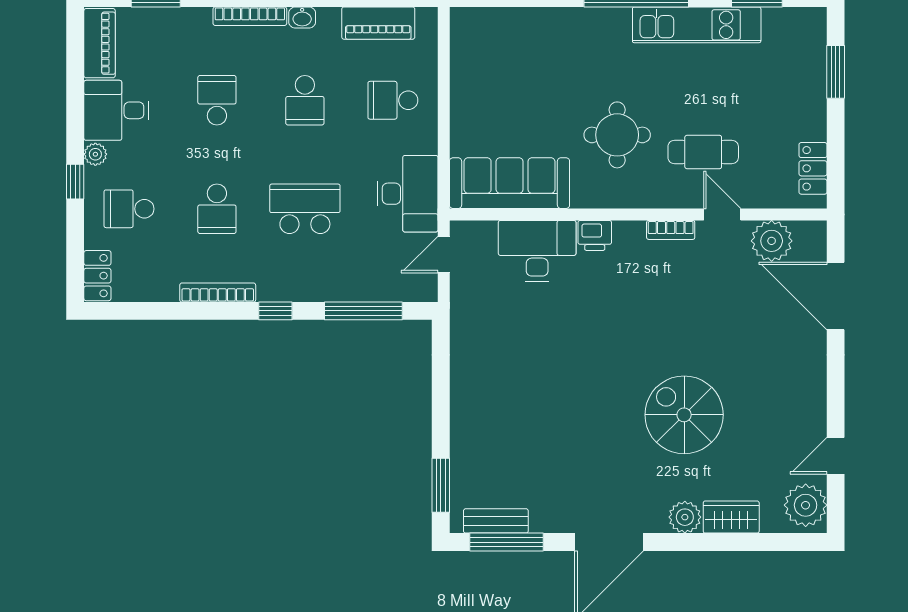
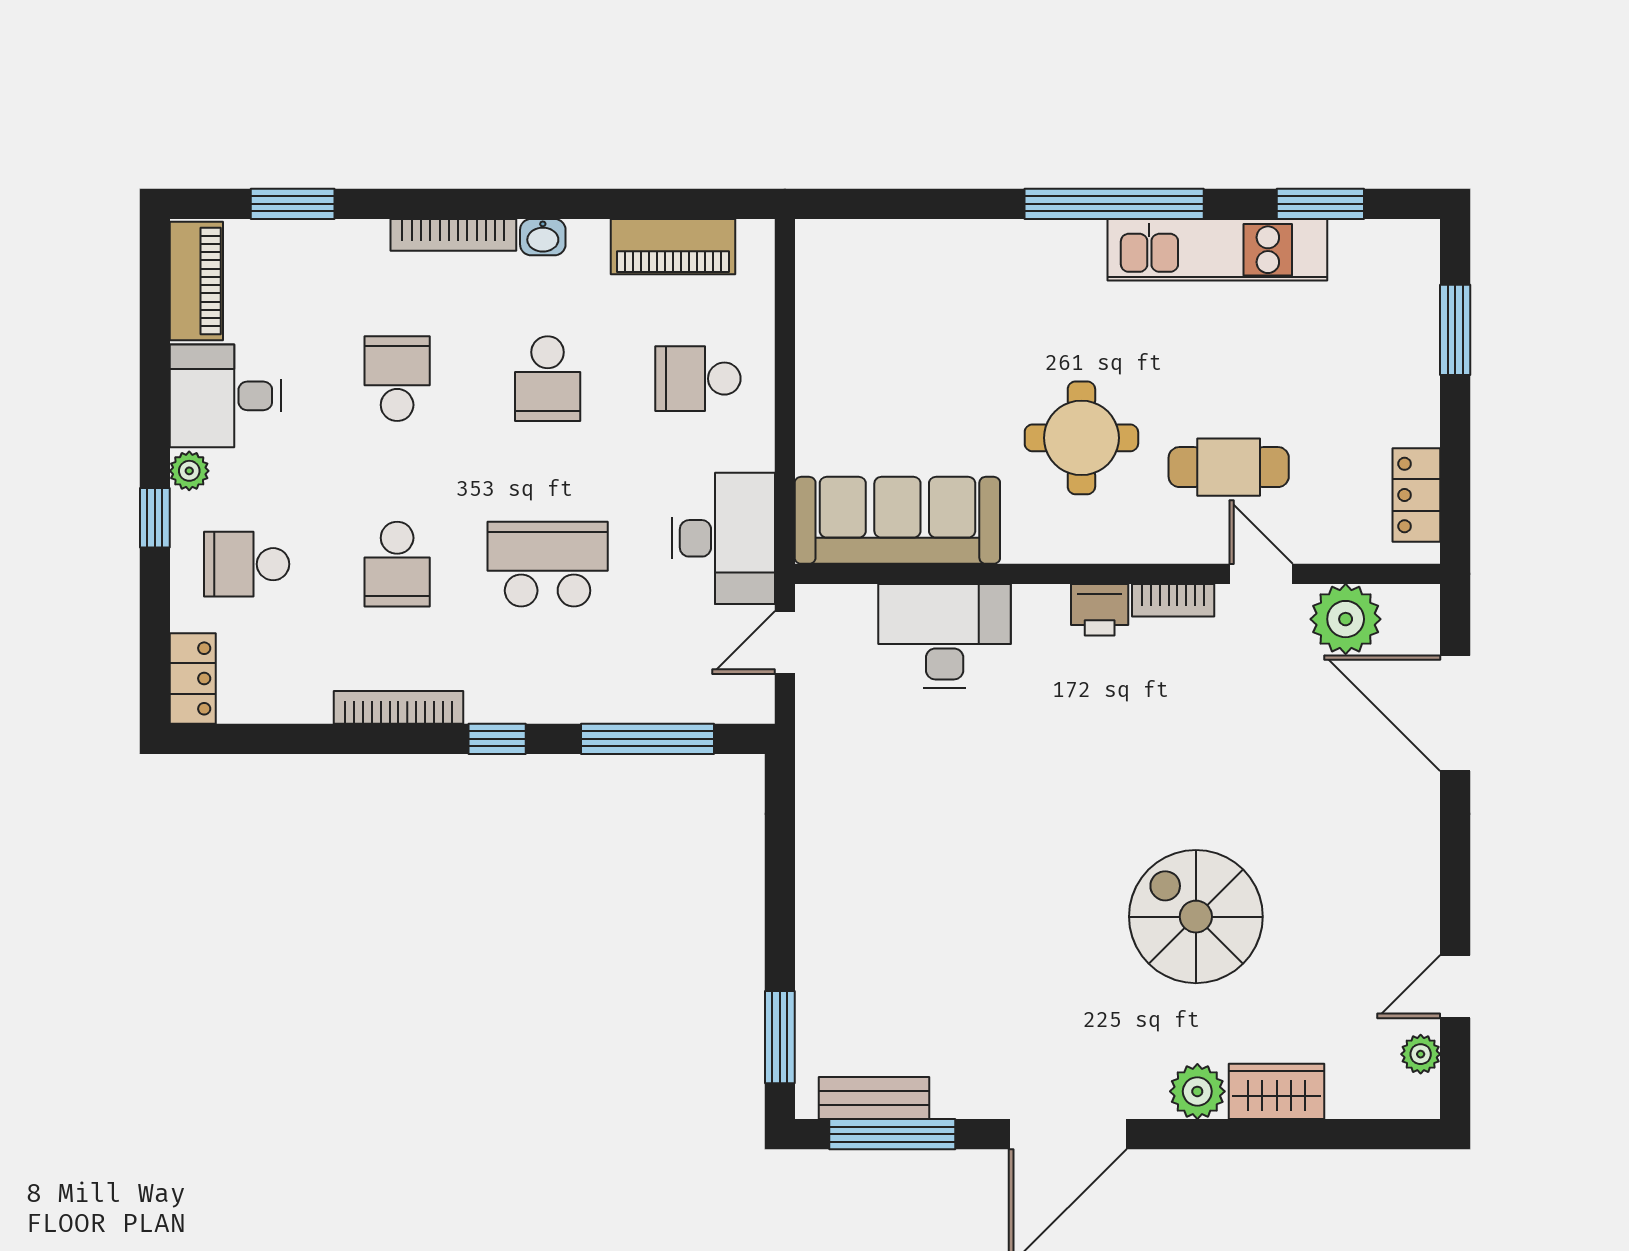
printer: (595, 235) -> (1100, 610), moved
plant: (806, 505) -> (1421, 1054), width x0.53, depth x0.53

